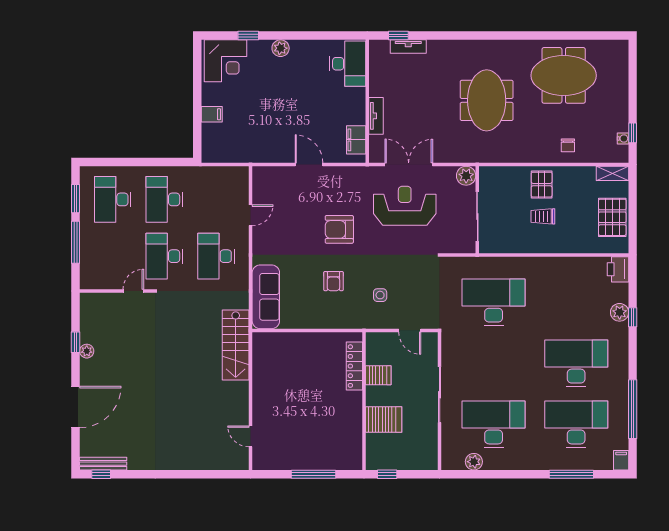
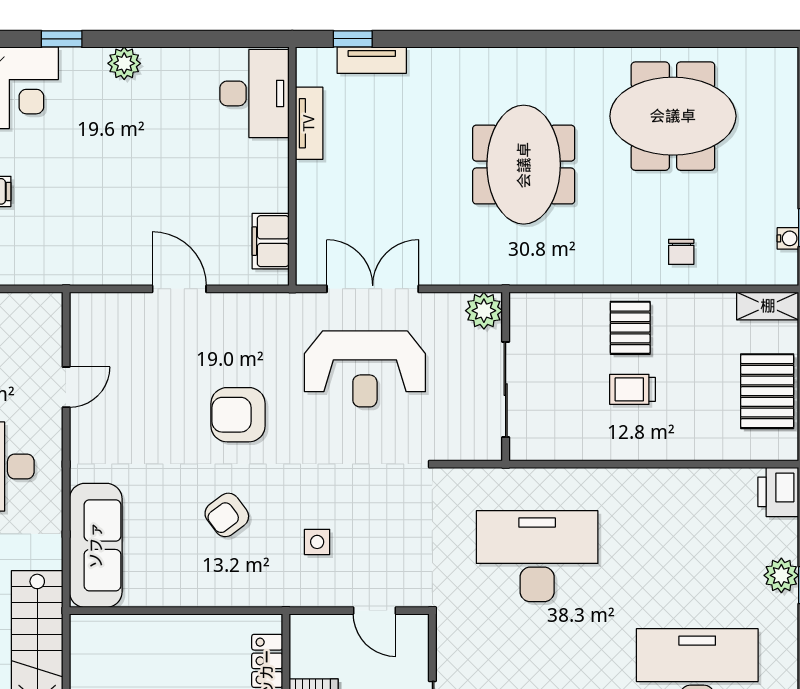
tv unit: (376, 116) -> (309, 123), moved
reception desk: (405, 206) -> (365, 369), turned 180
armchair: (333, 281) -> (227, 515), turned 53

